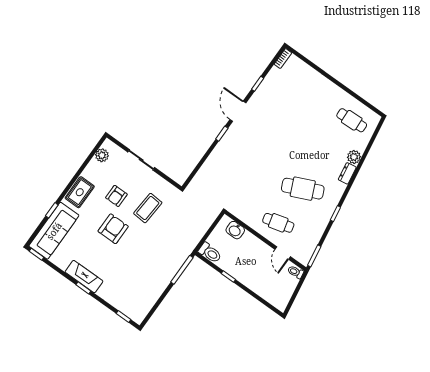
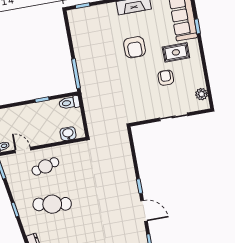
cafe table: (303, 189) -> (52, 204), turned 33
rug: (80, 192) -> (176, 52), moved, turned 90
coffee table: (148, 208) -> (138, 91), removed
armchair: (113, 229) -> (135, 47), moved

